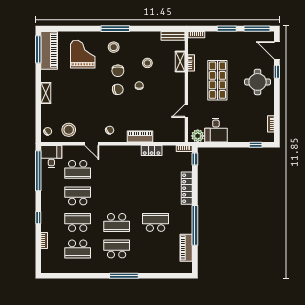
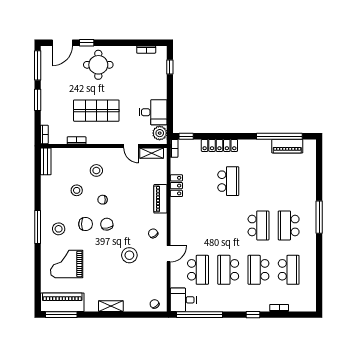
shelving: (180, 62) -> (152, 153), moved
stool: (165, 80) -> (96, 170), added
stool: (69, 130) -> (129, 255), moved
school desk: (155, 222) -> (228, 181), moved, turned 180
window: (195, 225) -> (279, 136), moved

